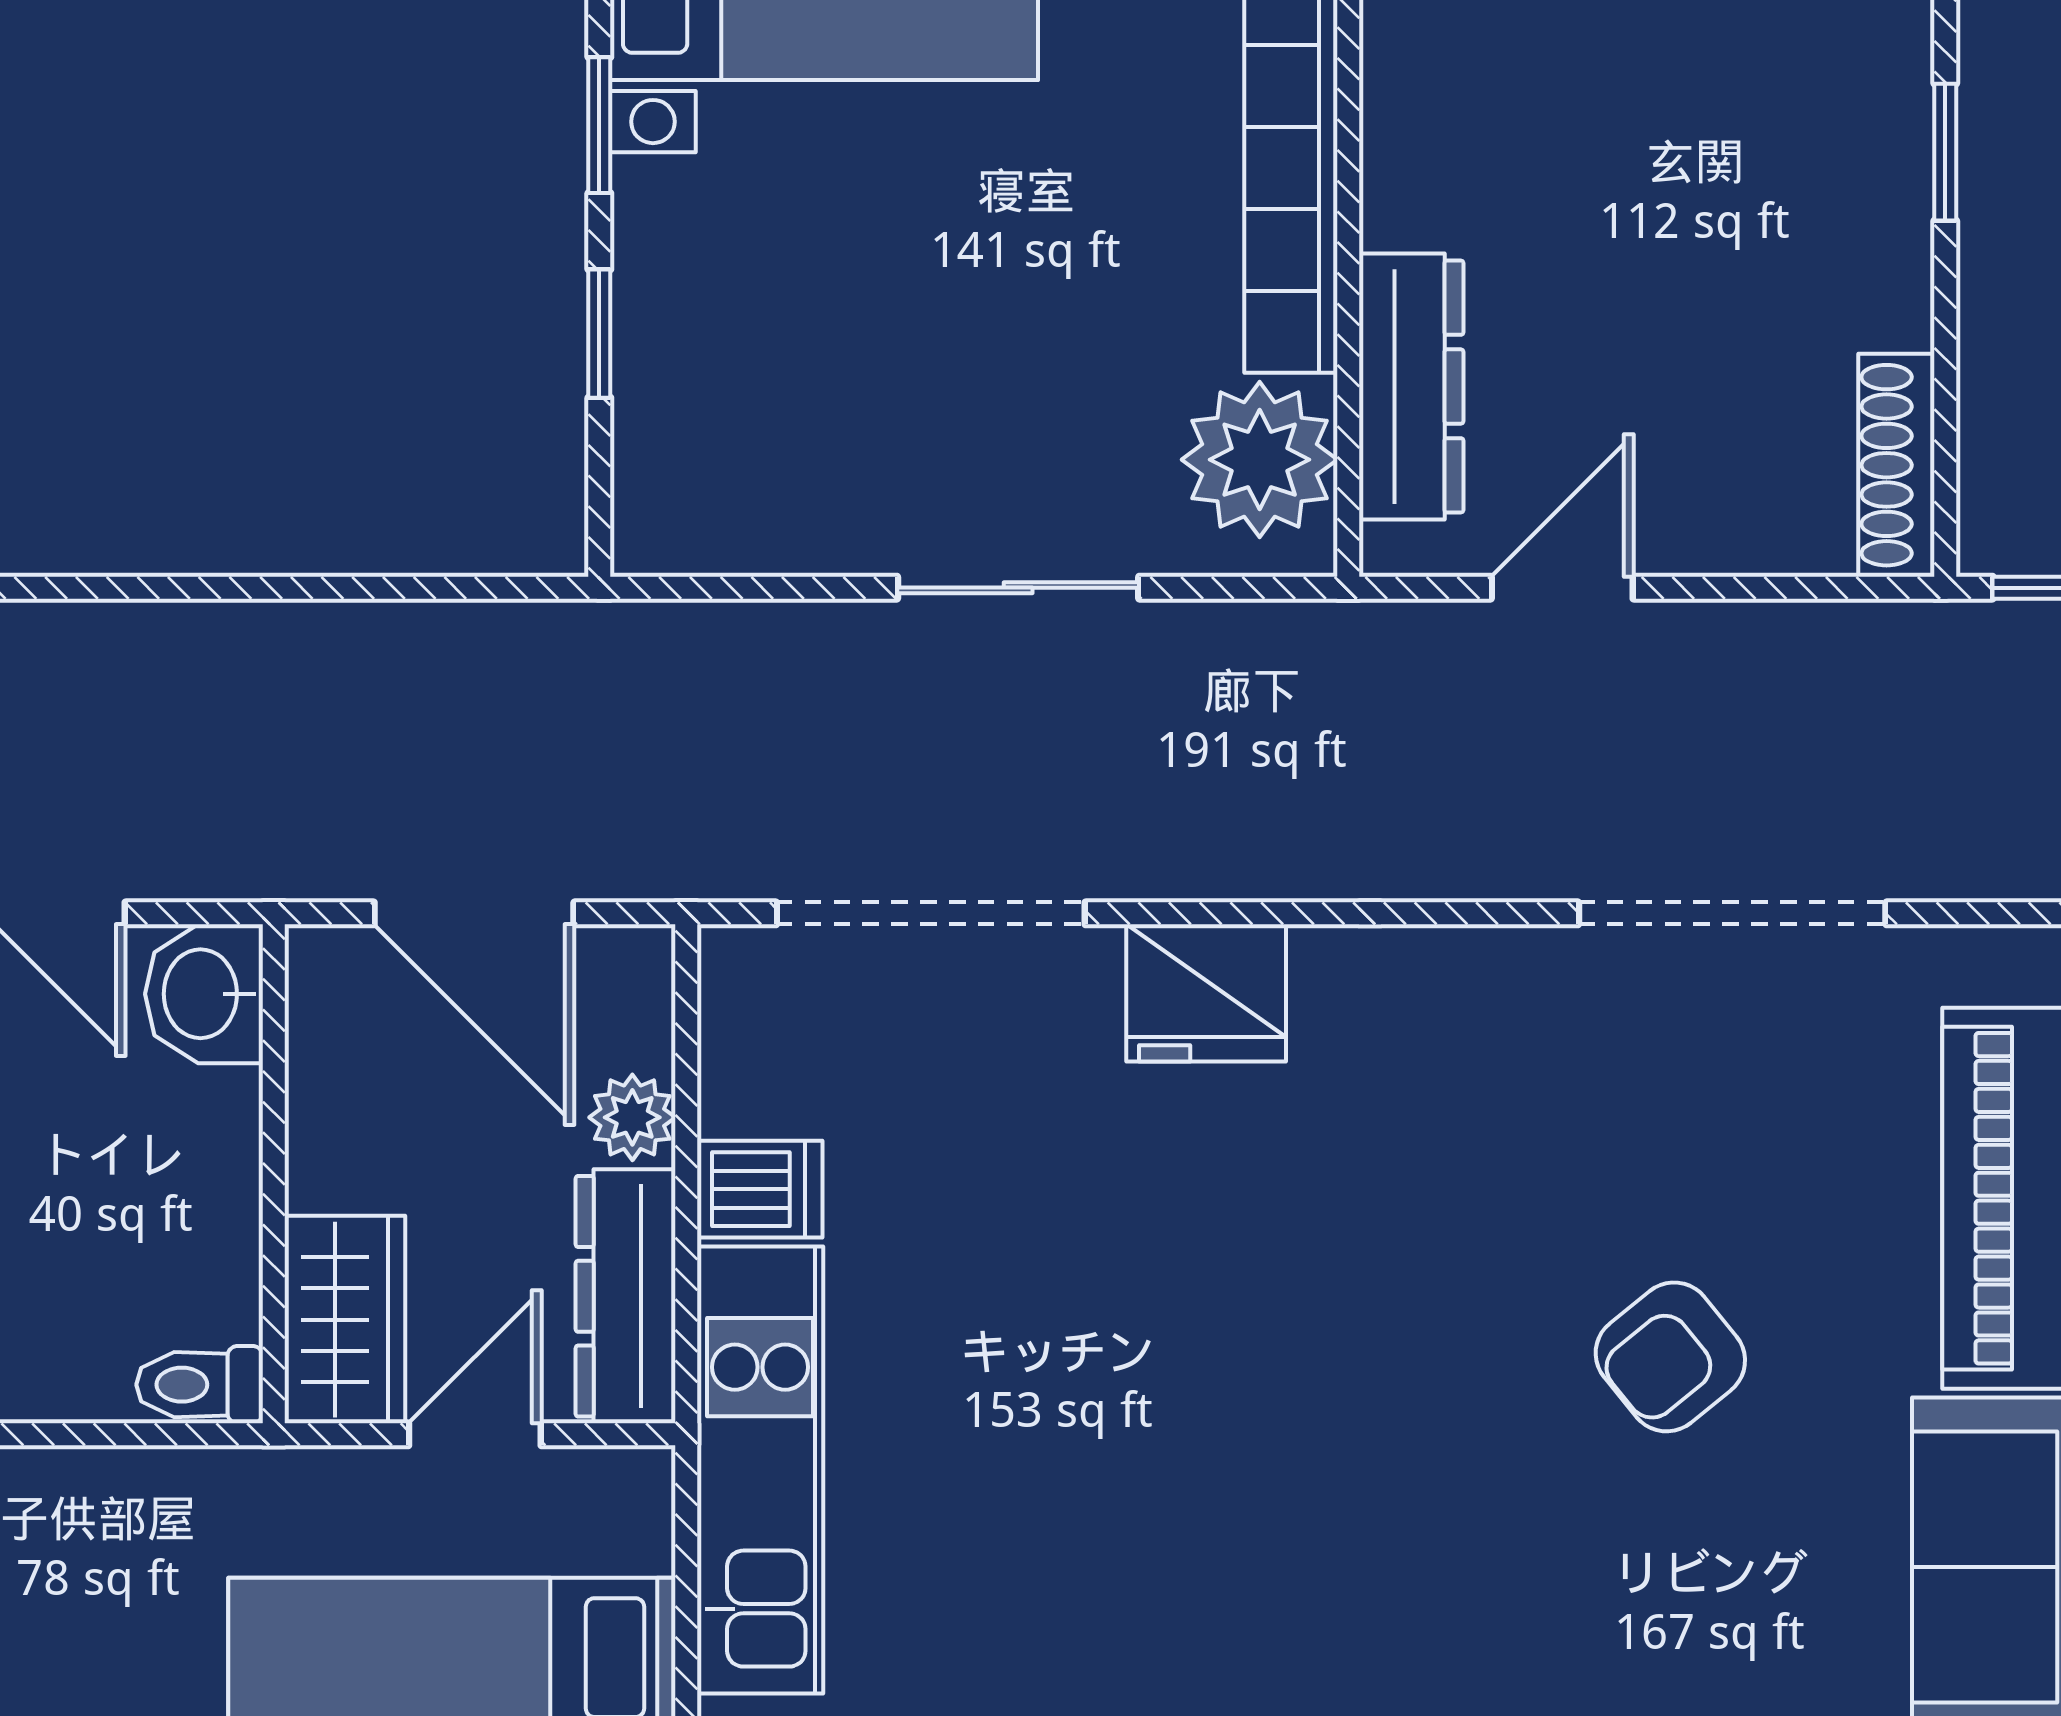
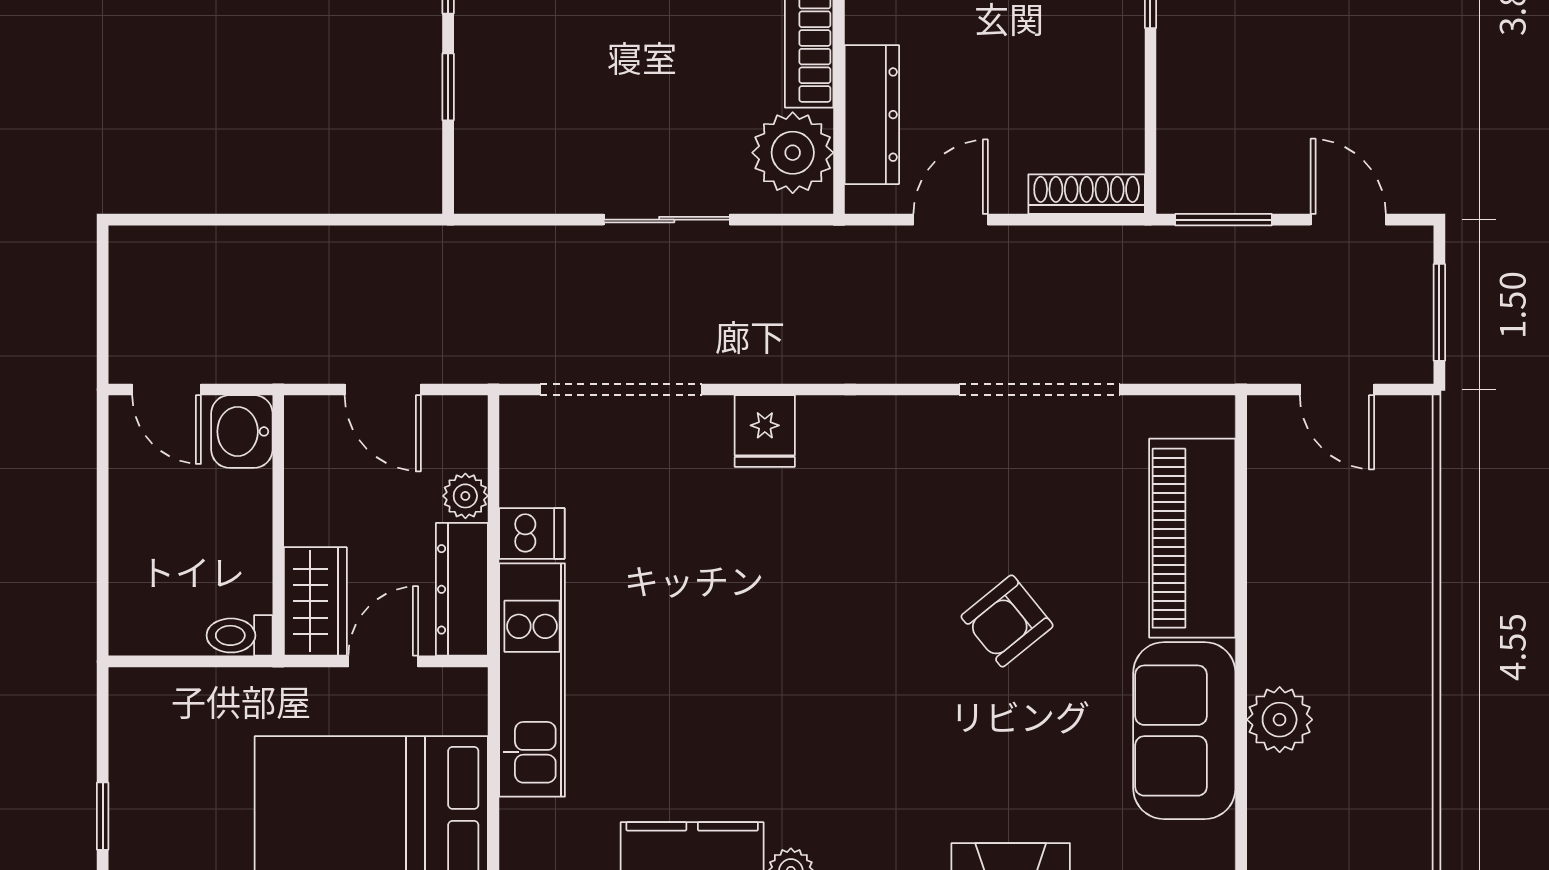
shoe rack: (1896, 465) -> (1087, 194), moved, turned 90
door: (474, 913) -> (383, 390), width x0.73
fridge: (1206, 993) -> (765, 431), width x0.72

